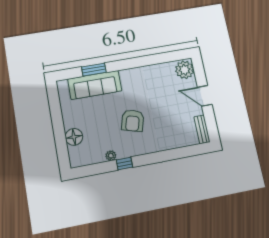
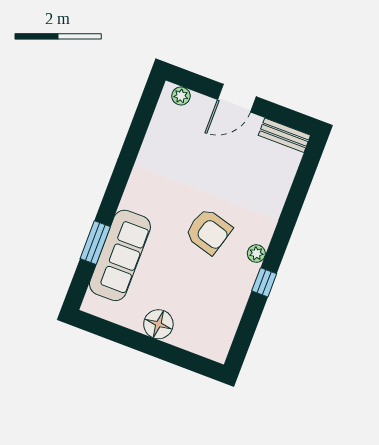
plant: (185, 70) -> (181, 96), width x0.53, depth x0.53
floor lamp: (74, 137) -> (158, 324), moved
plant: (111, 156) -> (256, 254), moved

